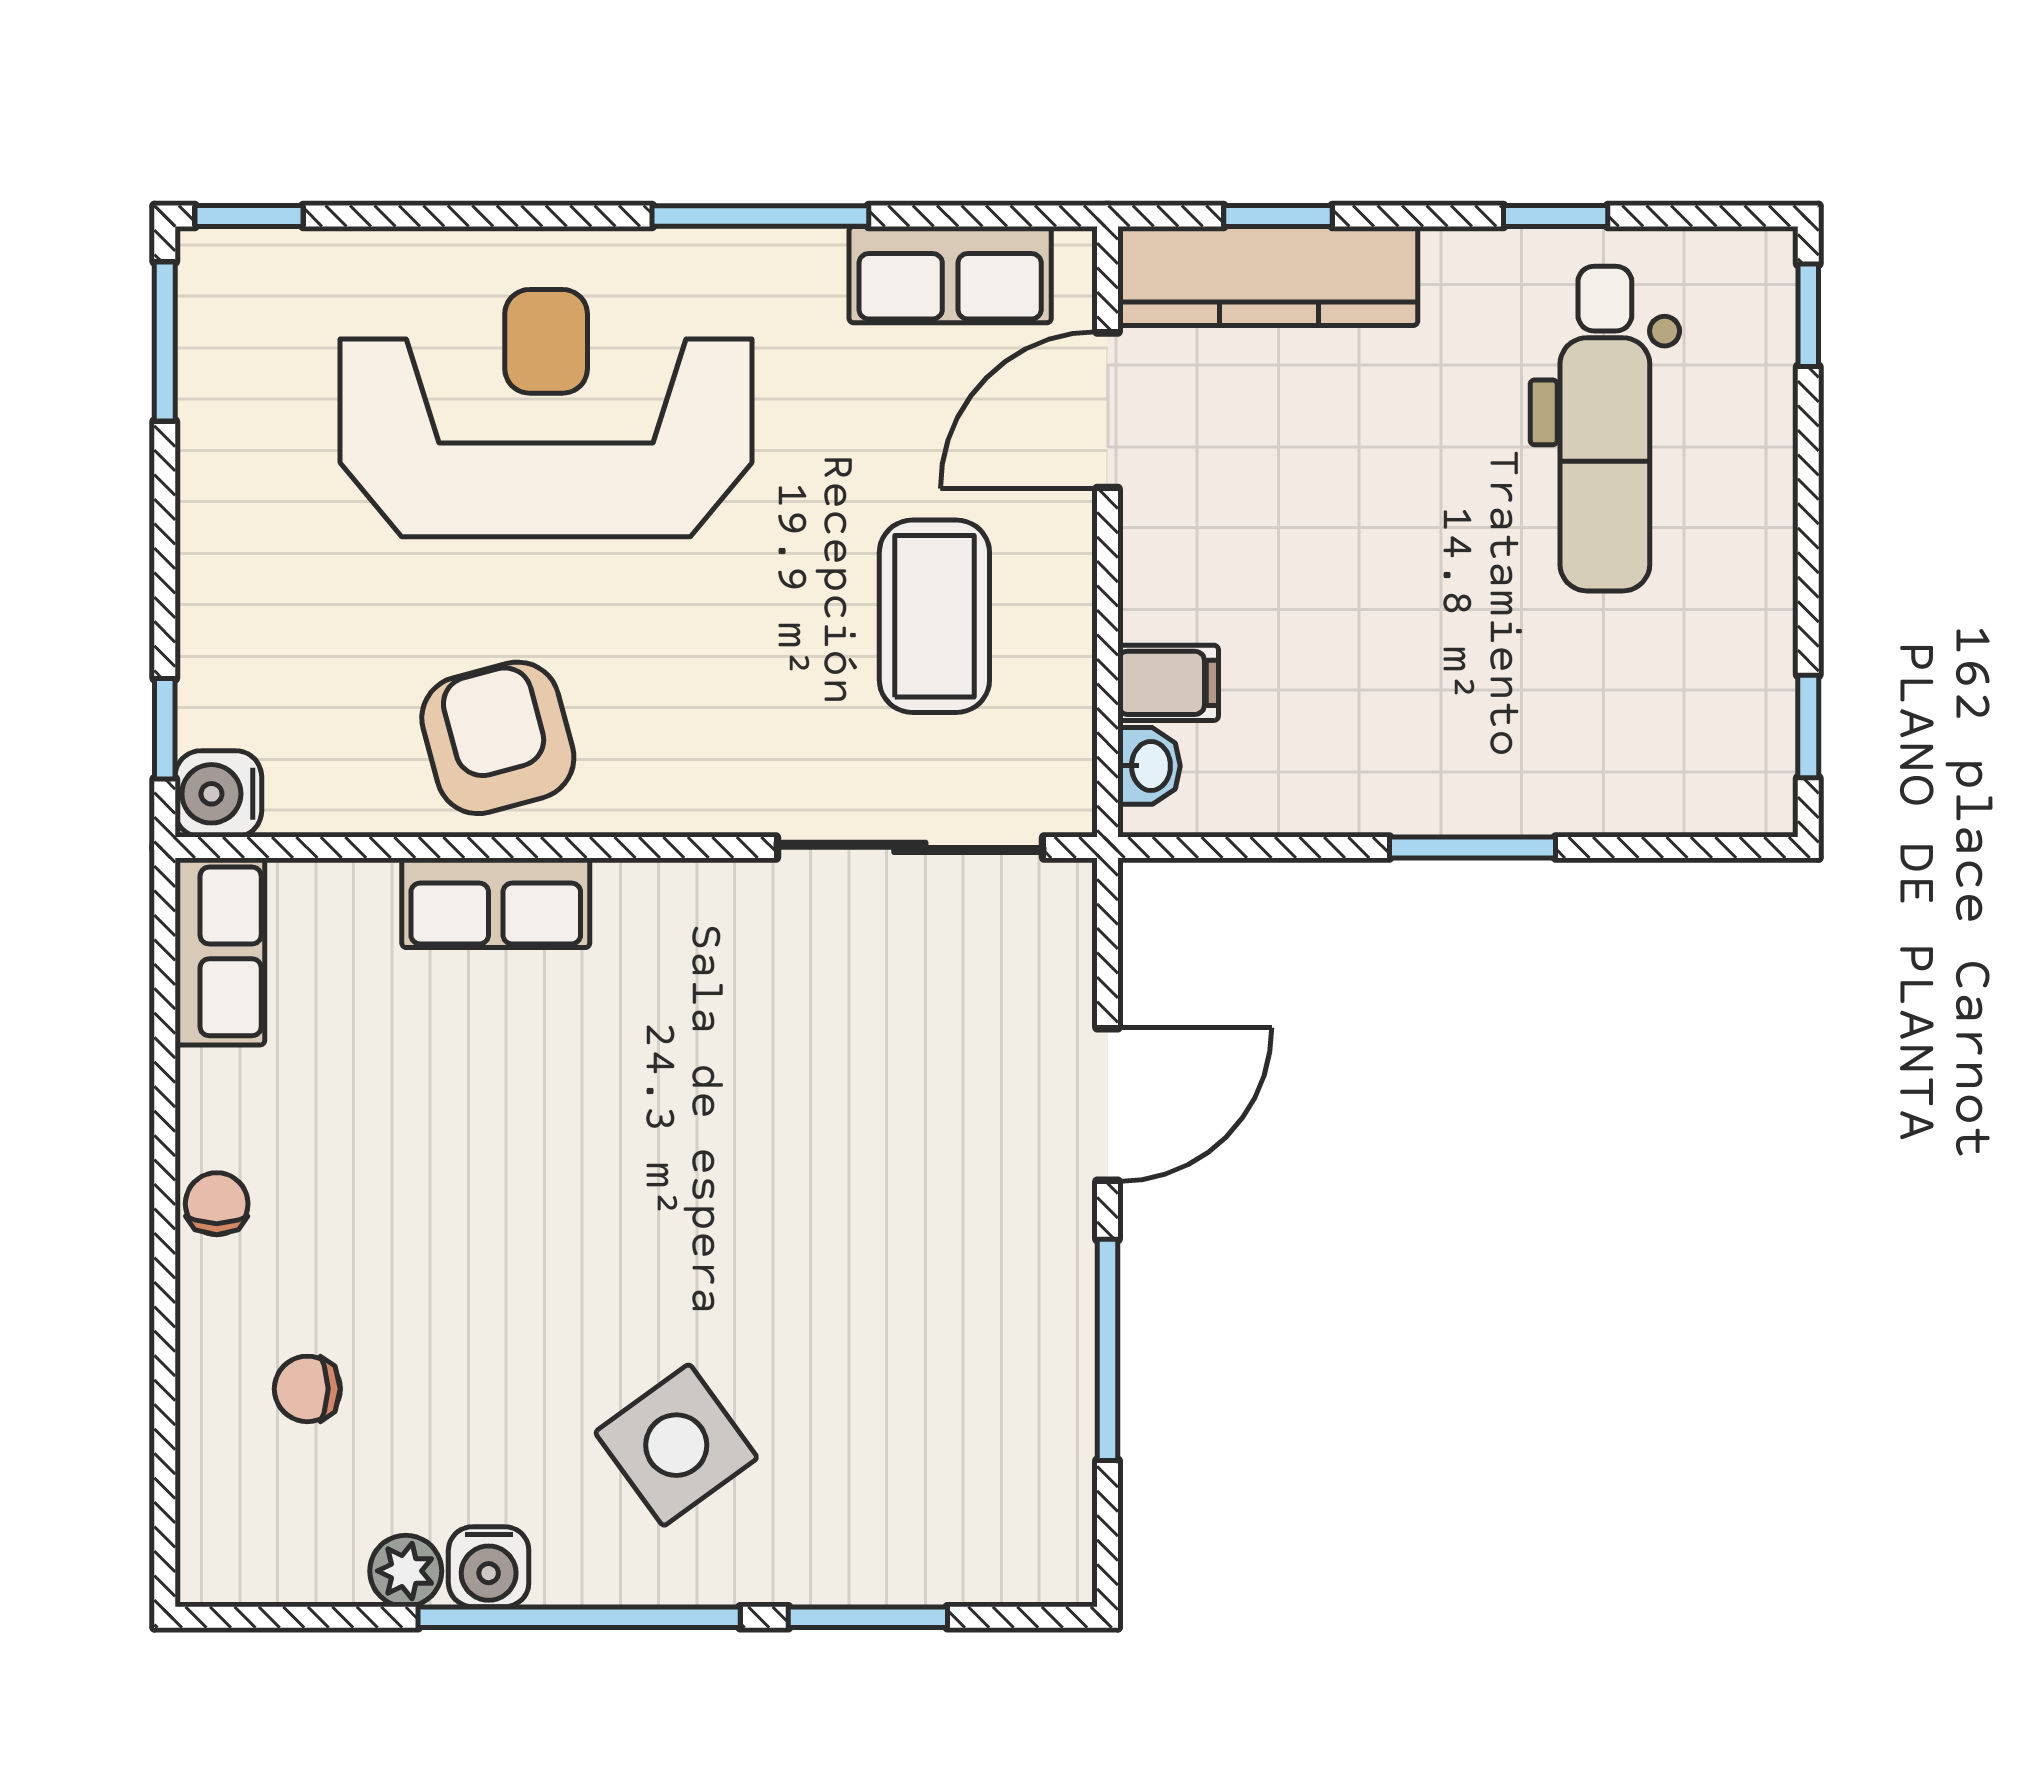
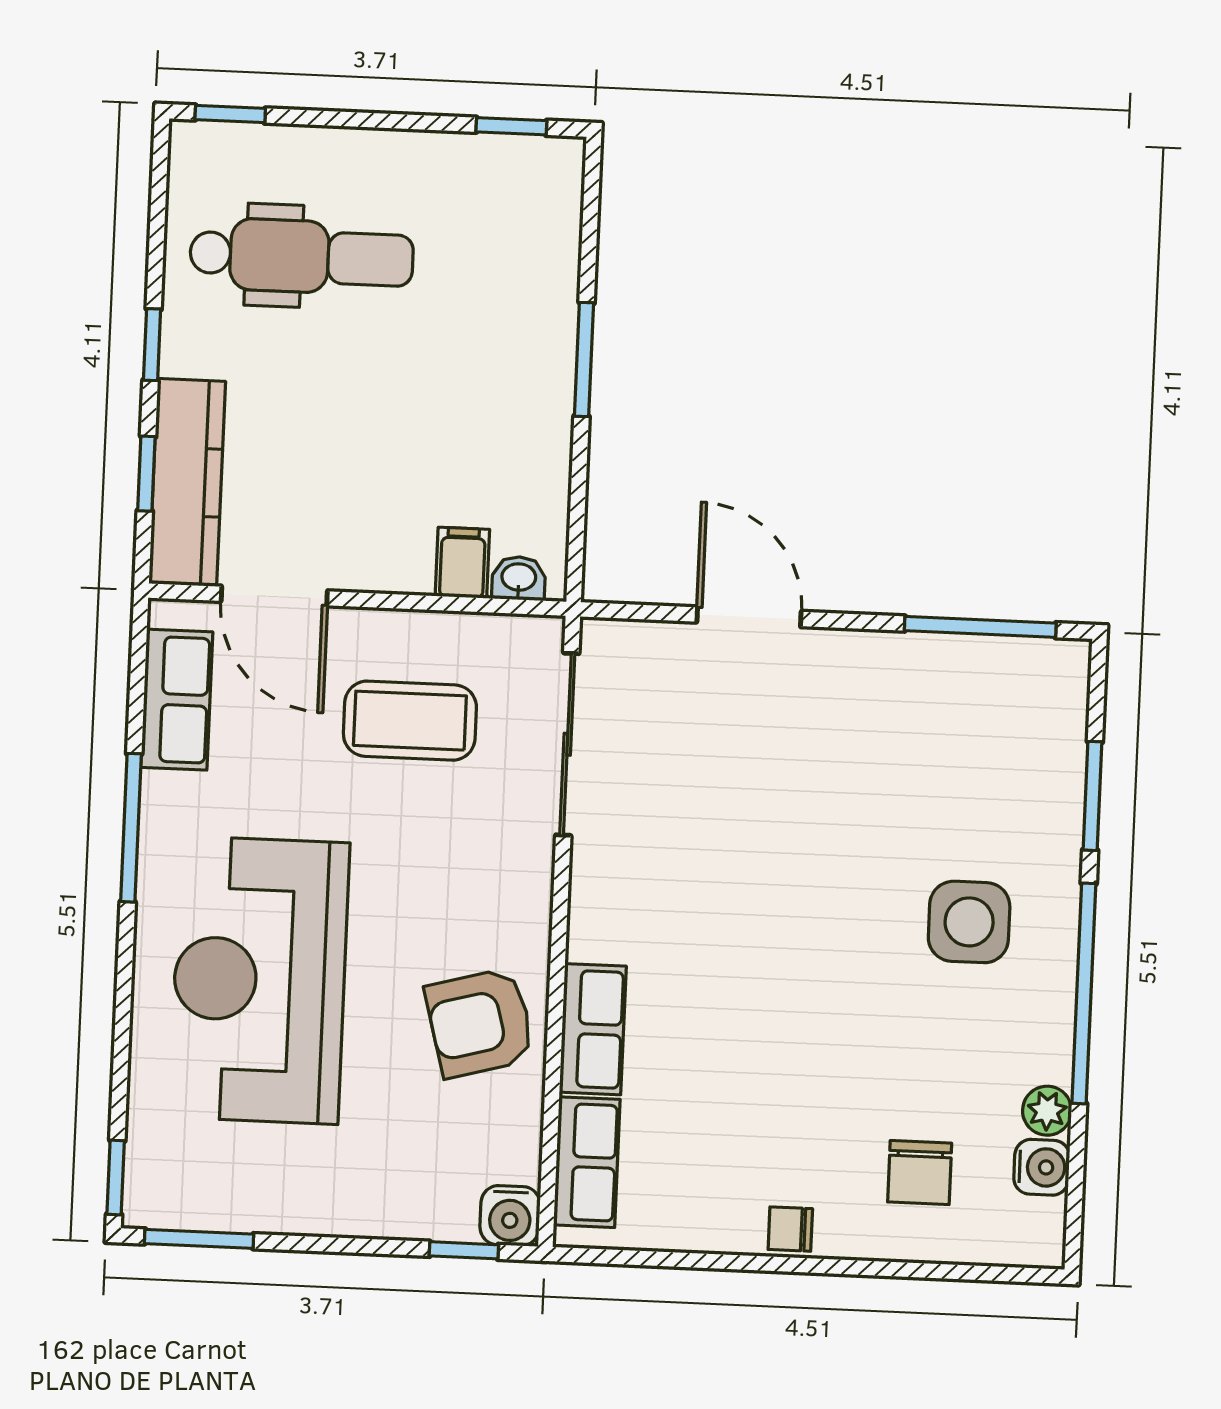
window: (1556, 216) -> (152, 345), moved
row of seats: (220, 951) -> (587, 1162), moved, turned 90
window: (1108, 1350) -> (980, 627), moved
chair: (307, 1389) -> (920, 1173), width x1.37, depth x1.37
side table: (676, 1445) -> (969, 922), turned 36
water cooler: (489, 1567) -> (1042, 1167), moved

